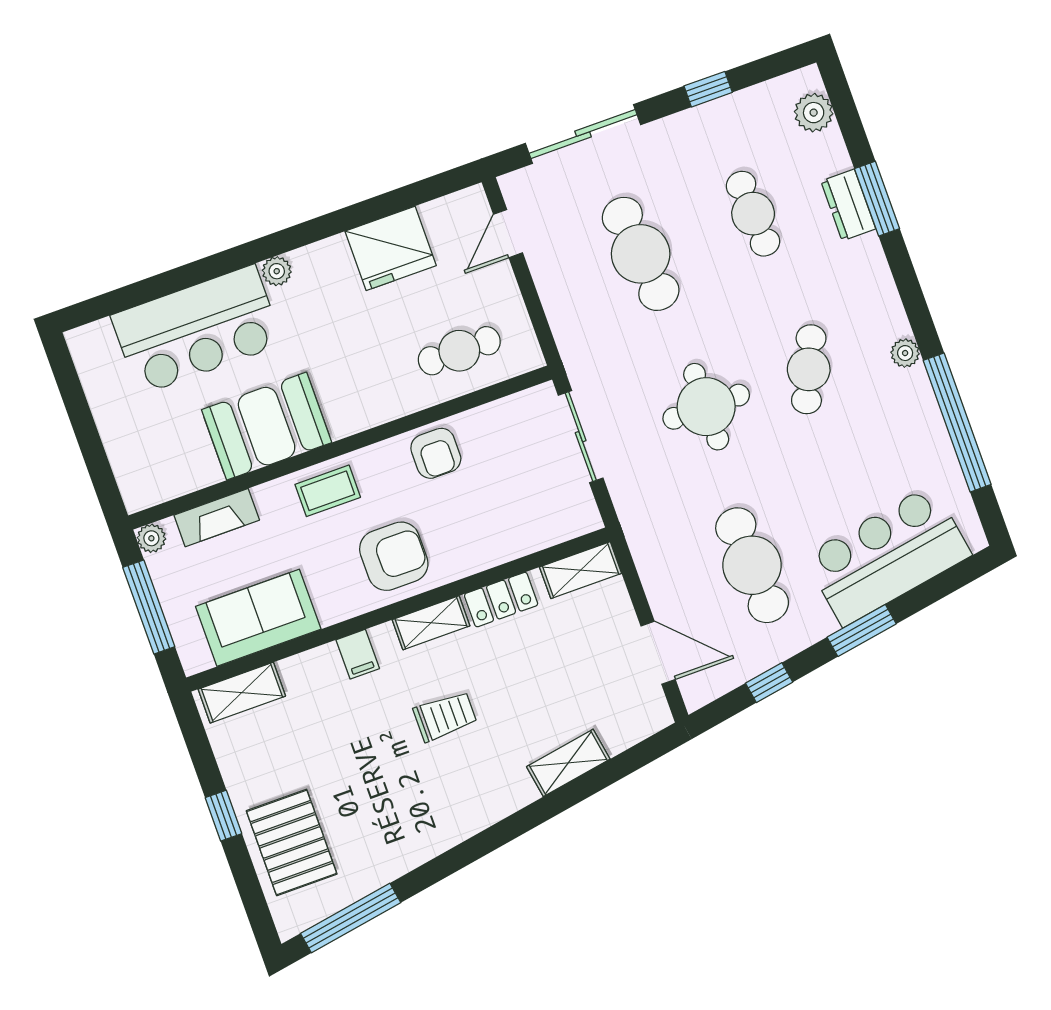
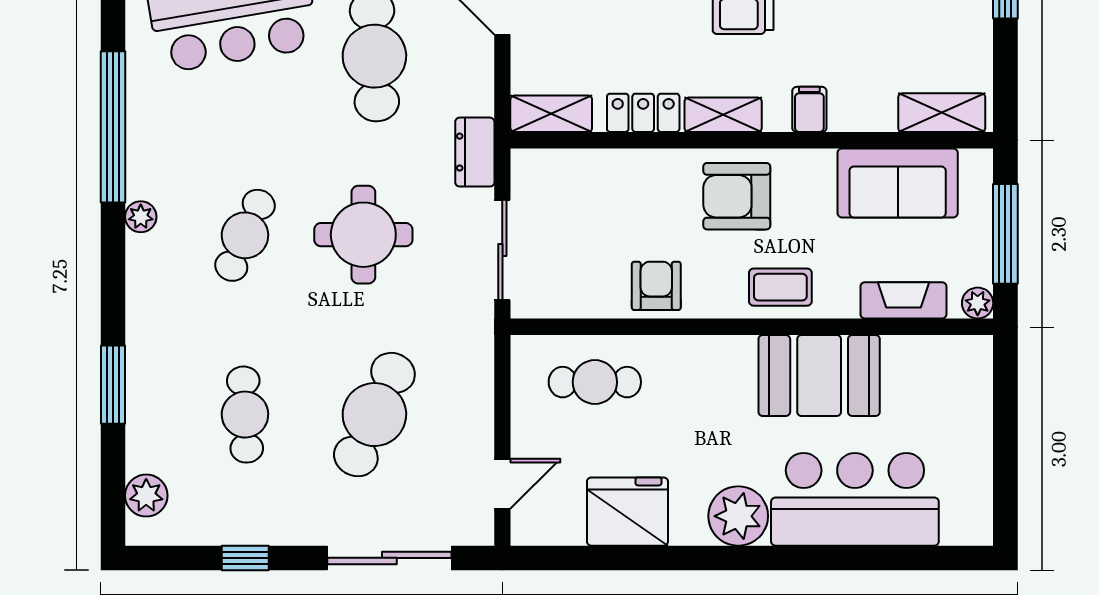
dresser: (848, 205) -> (475, 152), moved, turned 180
cafe table: (641, 254) -> (374, 415), turned 30
plant: (277, 271) -> (738, 516), width x1.88, depth x1.88

